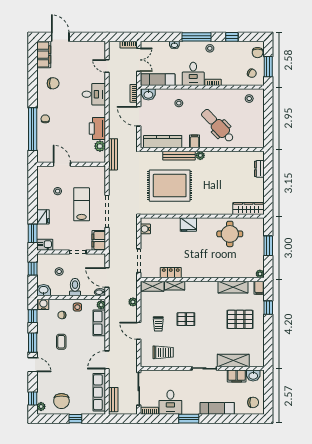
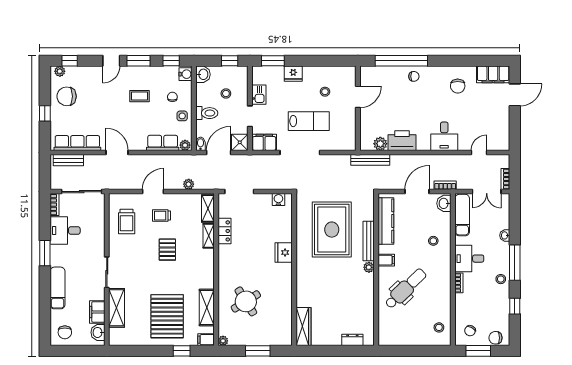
round table: (230, 234) -> (246, 301), moved, turned -32
kitchen sink: (45, 245) -> (259, 95), moved
shower: (99, 260) -> (240, 142), added
pallet: (240, 319) -> (167, 316), width x1.37, depth x1.41

